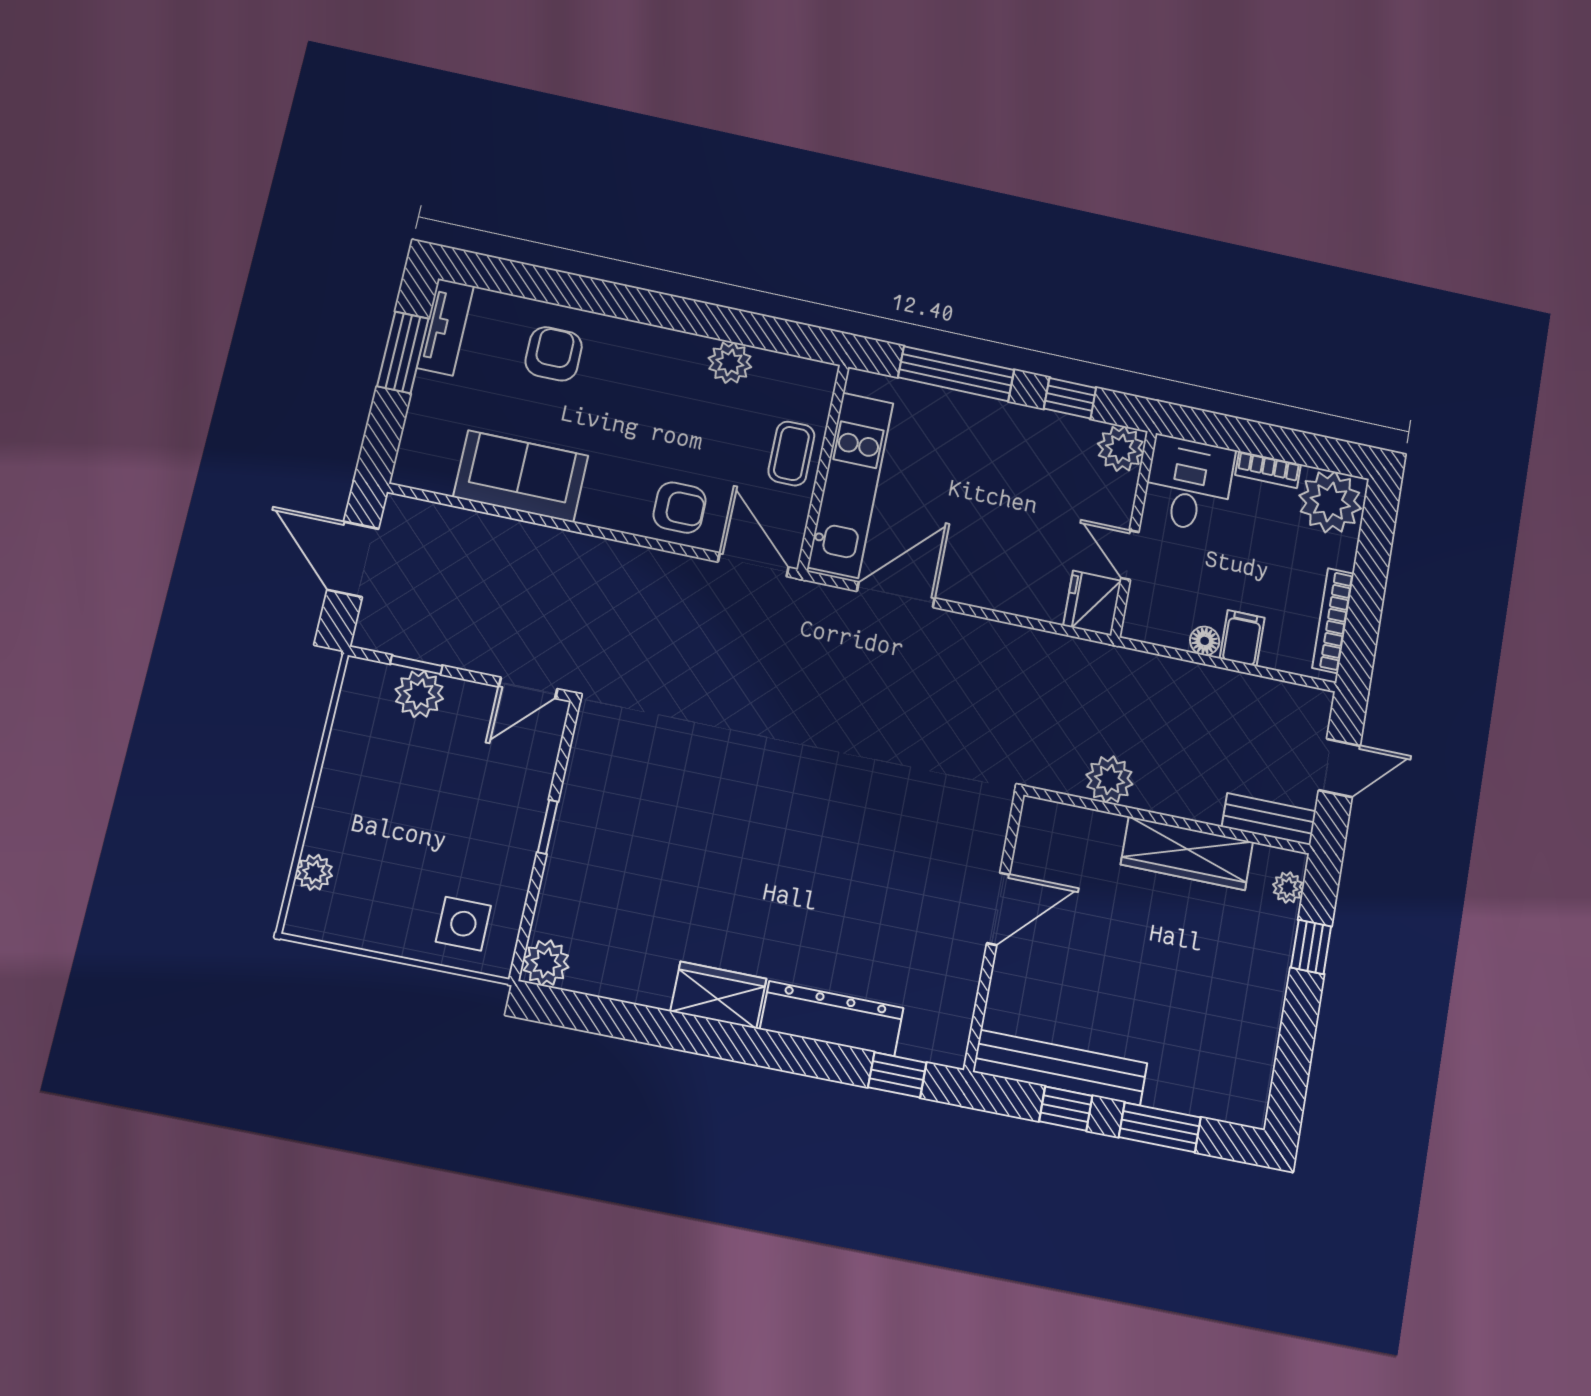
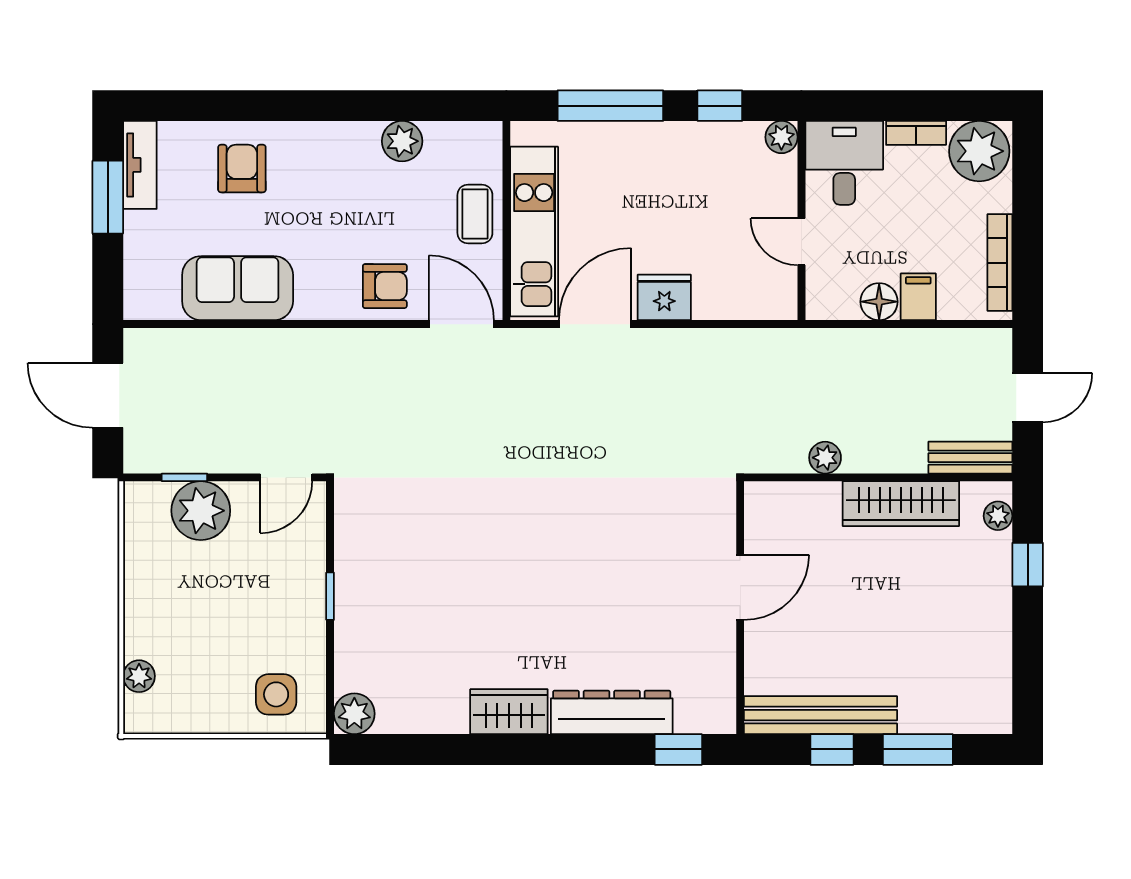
plant: (1121, 449) -> (781, 137), width x0.73, depth x0.73
fridge: (1092, 603) -> (664, 297), moved, turned 90
floor lamp: (1205, 641) -> (879, 302), width x1.37, depth x1.37
plant: (419, 694) -> (201, 511), width x1.36, depth x1.36
plant: (1109, 779) -> (825, 458), width x0.73, depth x0.73

